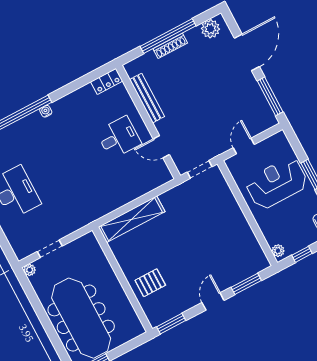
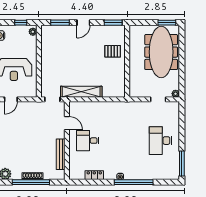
locker: (107, 81) -> (94, 175), moved
door: (244, 146) -> (11, 99), moved
shelving: (132, 219) -> (81, 92), moved

